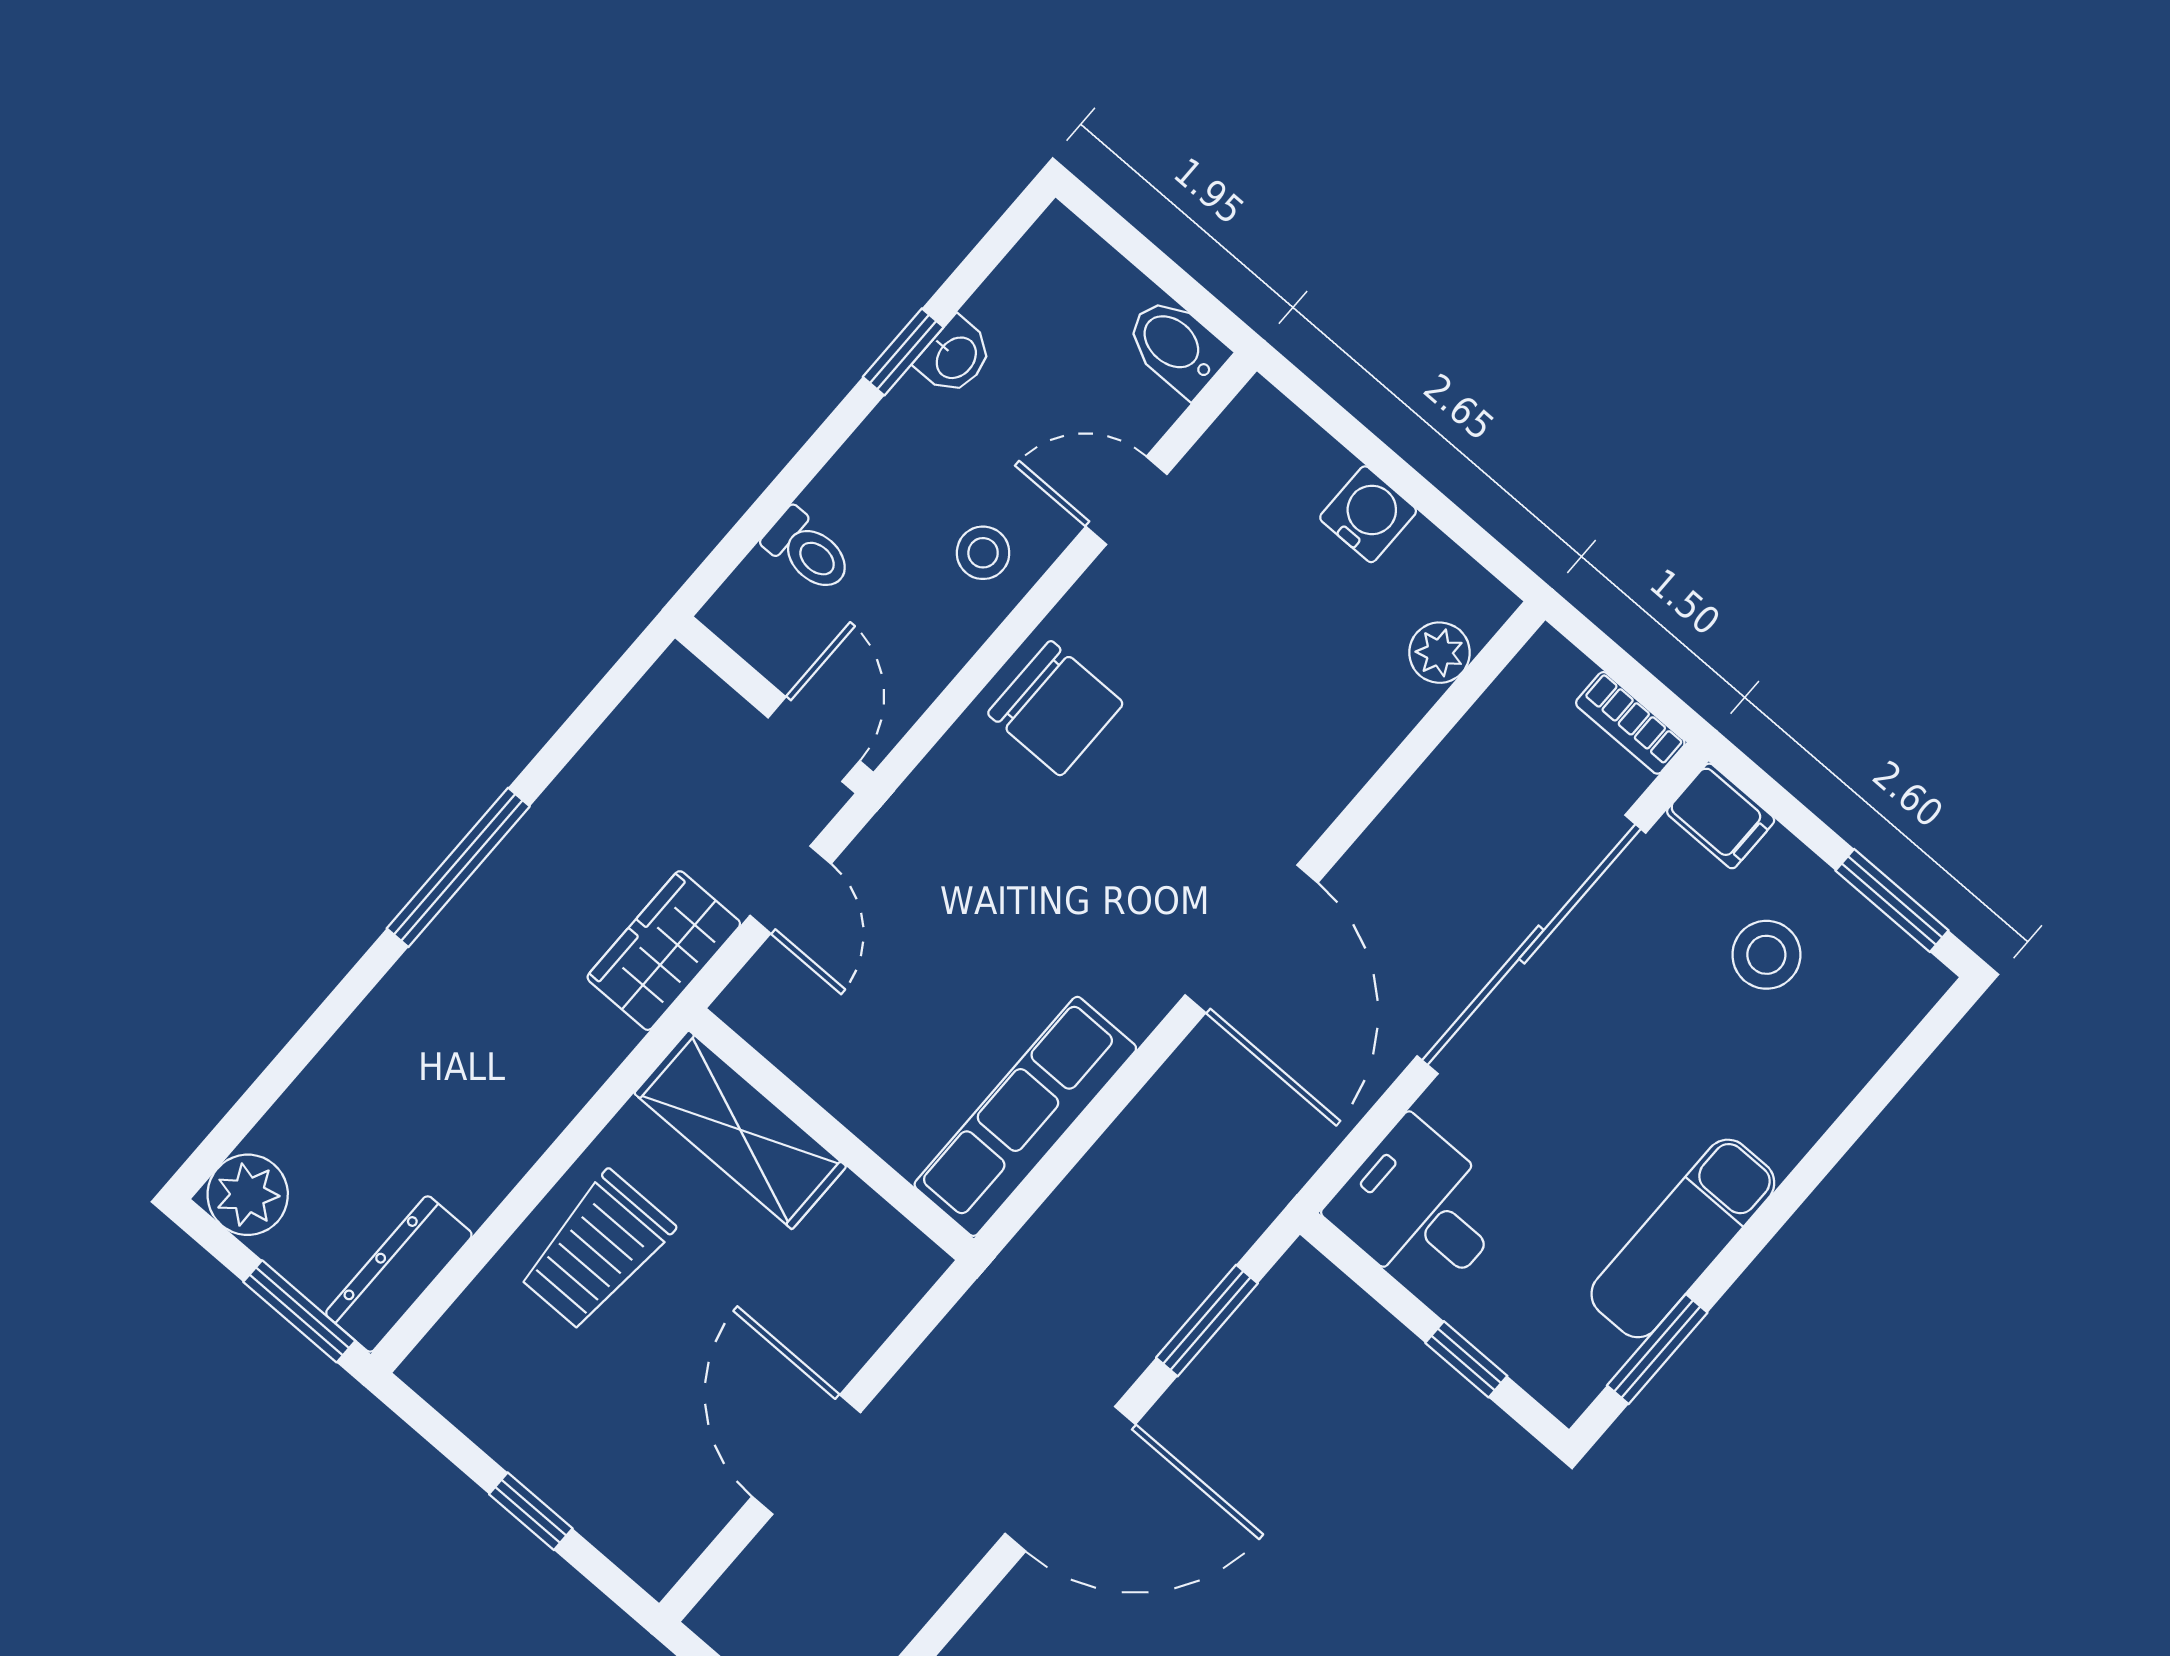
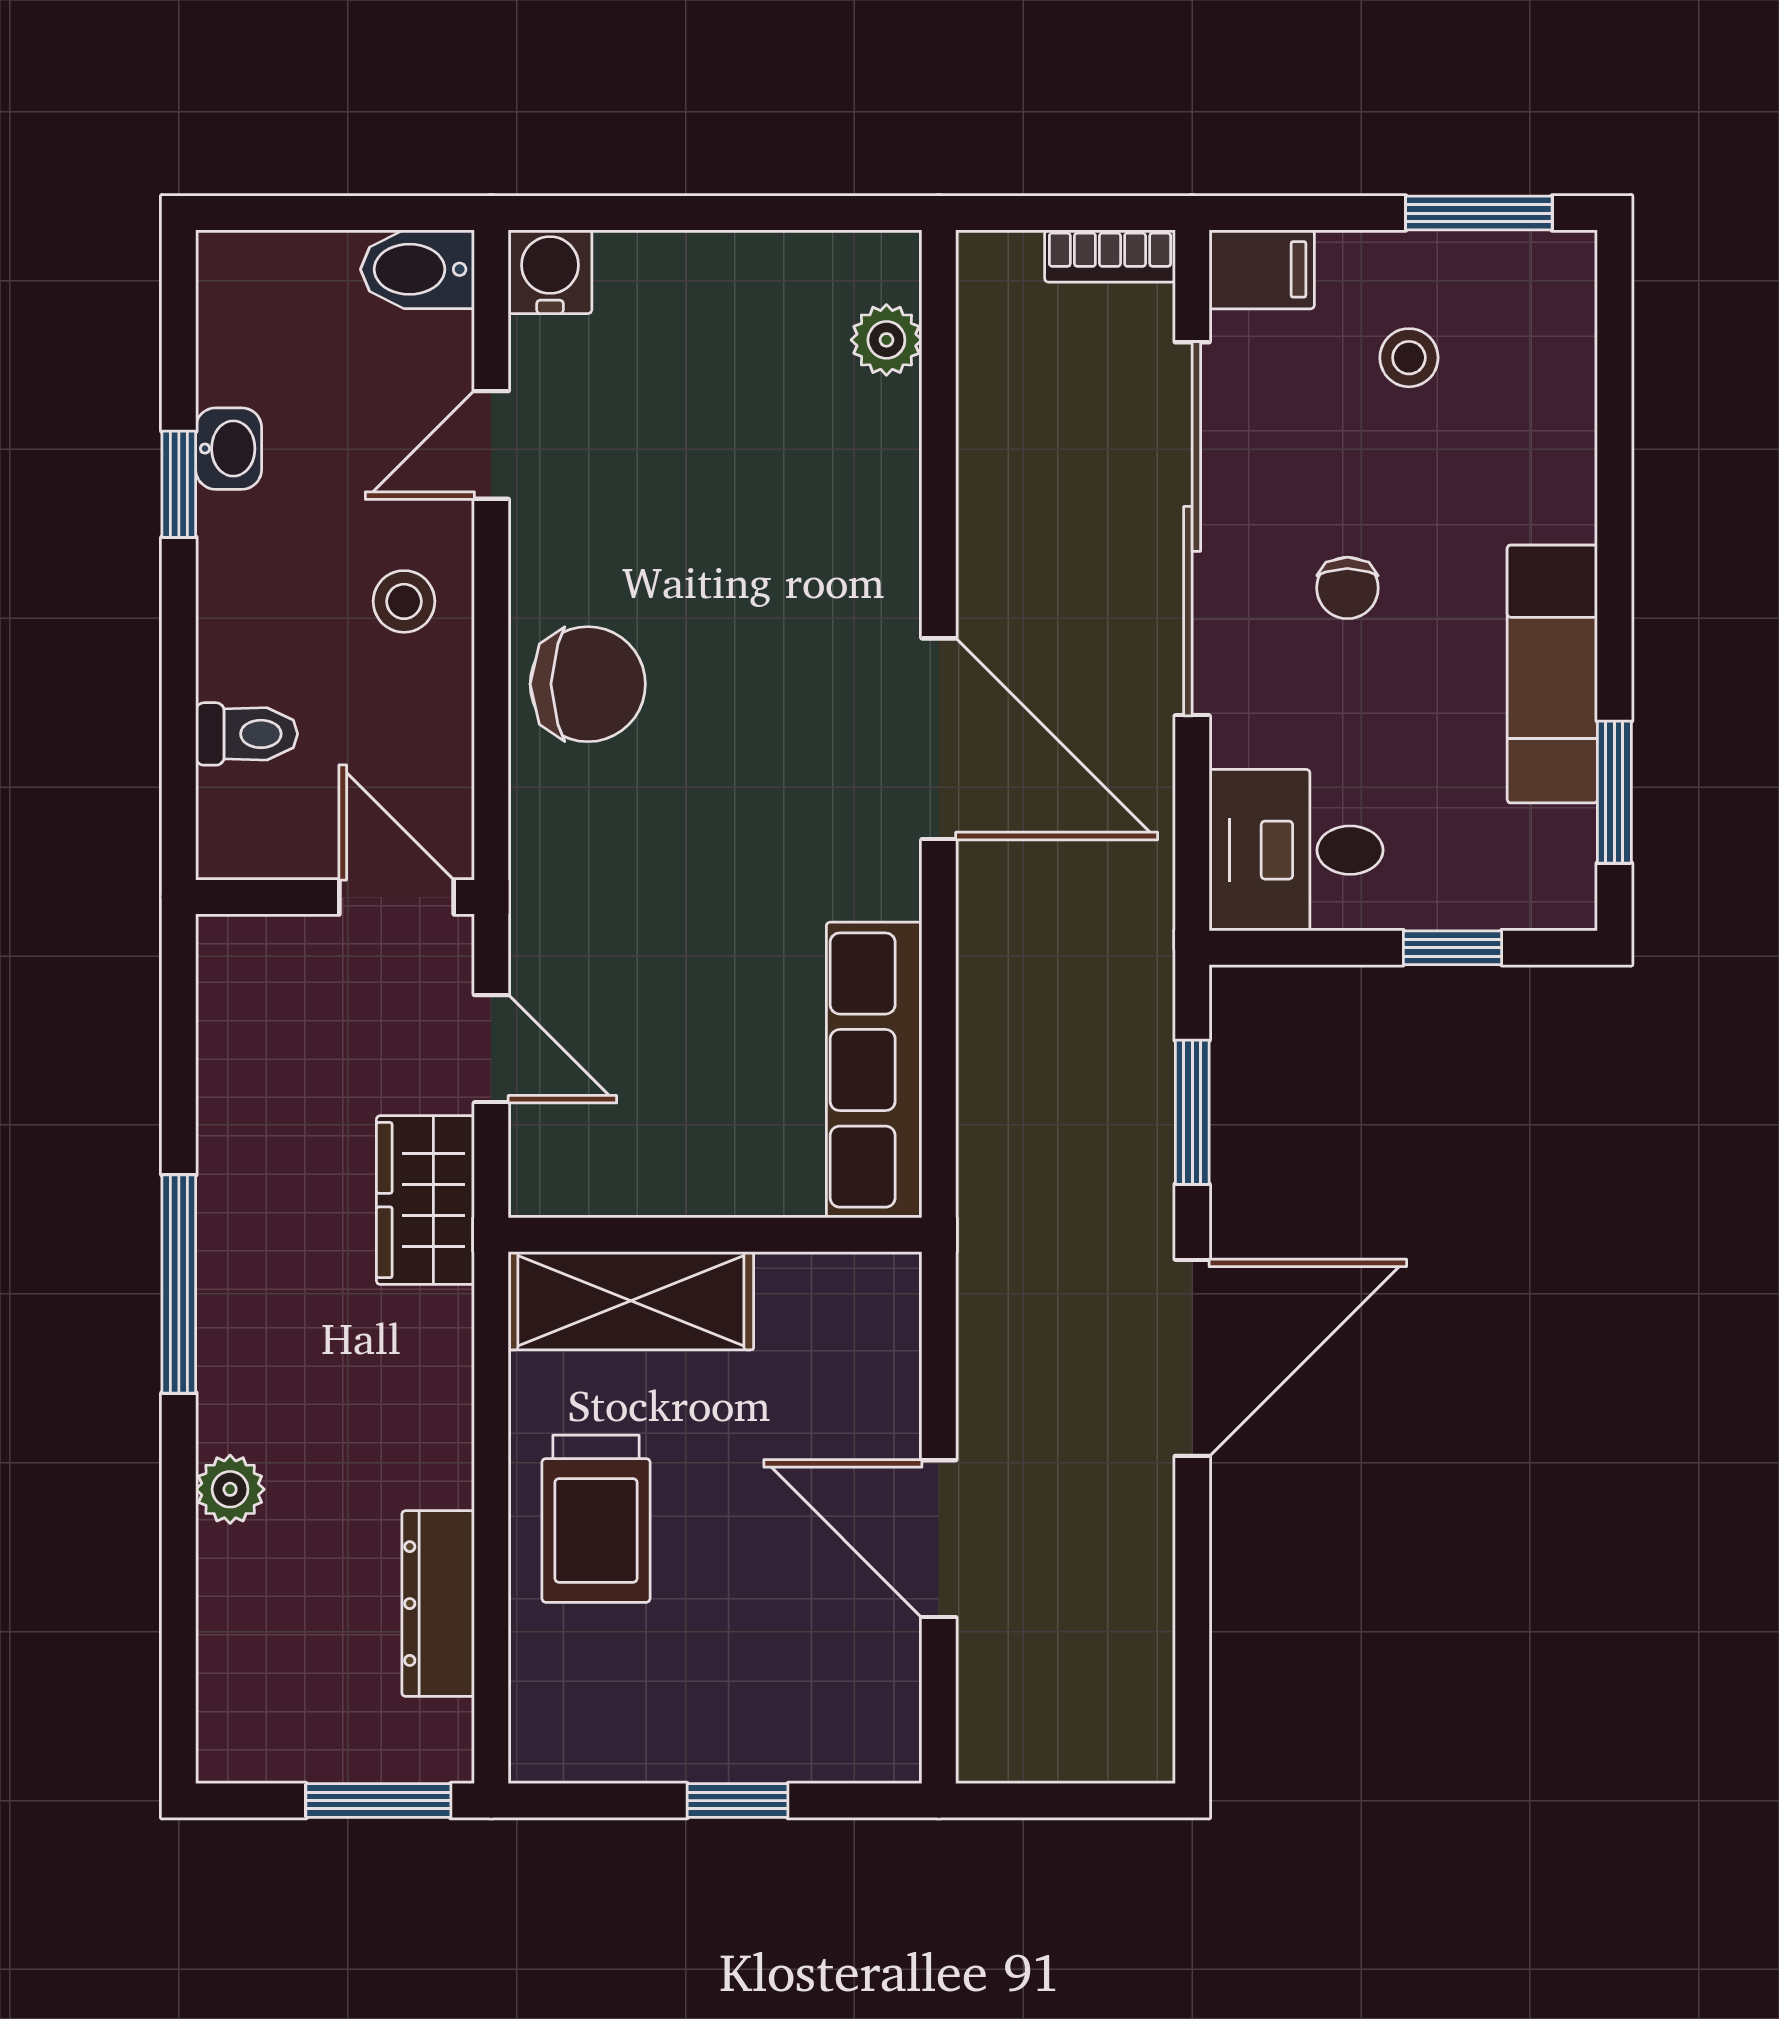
water cooler: (1368, 514) -> (550, 272), moved
stool: (1766, 955) -> (1409, 358), width x0.73, depth x0.73
chair: (1599, 1069) -> (1347, 588), added
plant: (248, 1195) -> (230, 1489), moved, width x0.73, depth x0.73
dresser: (399, 1274) -> (438, 1604), moved

